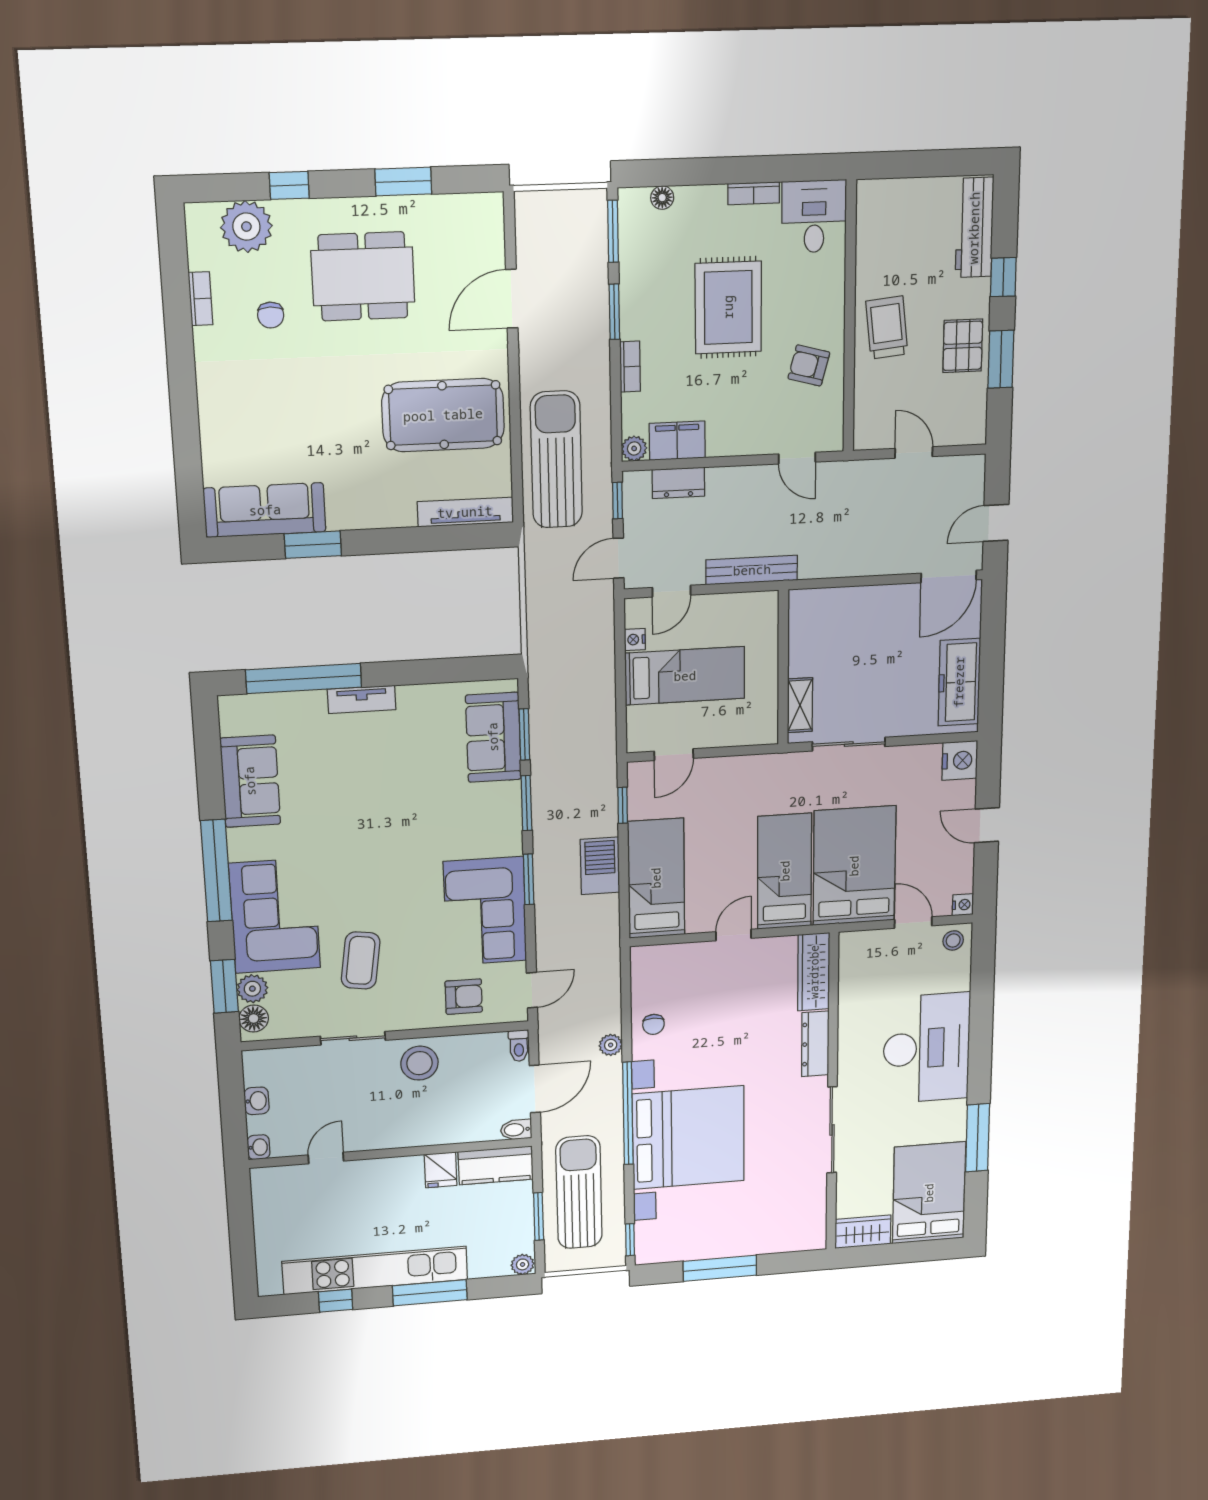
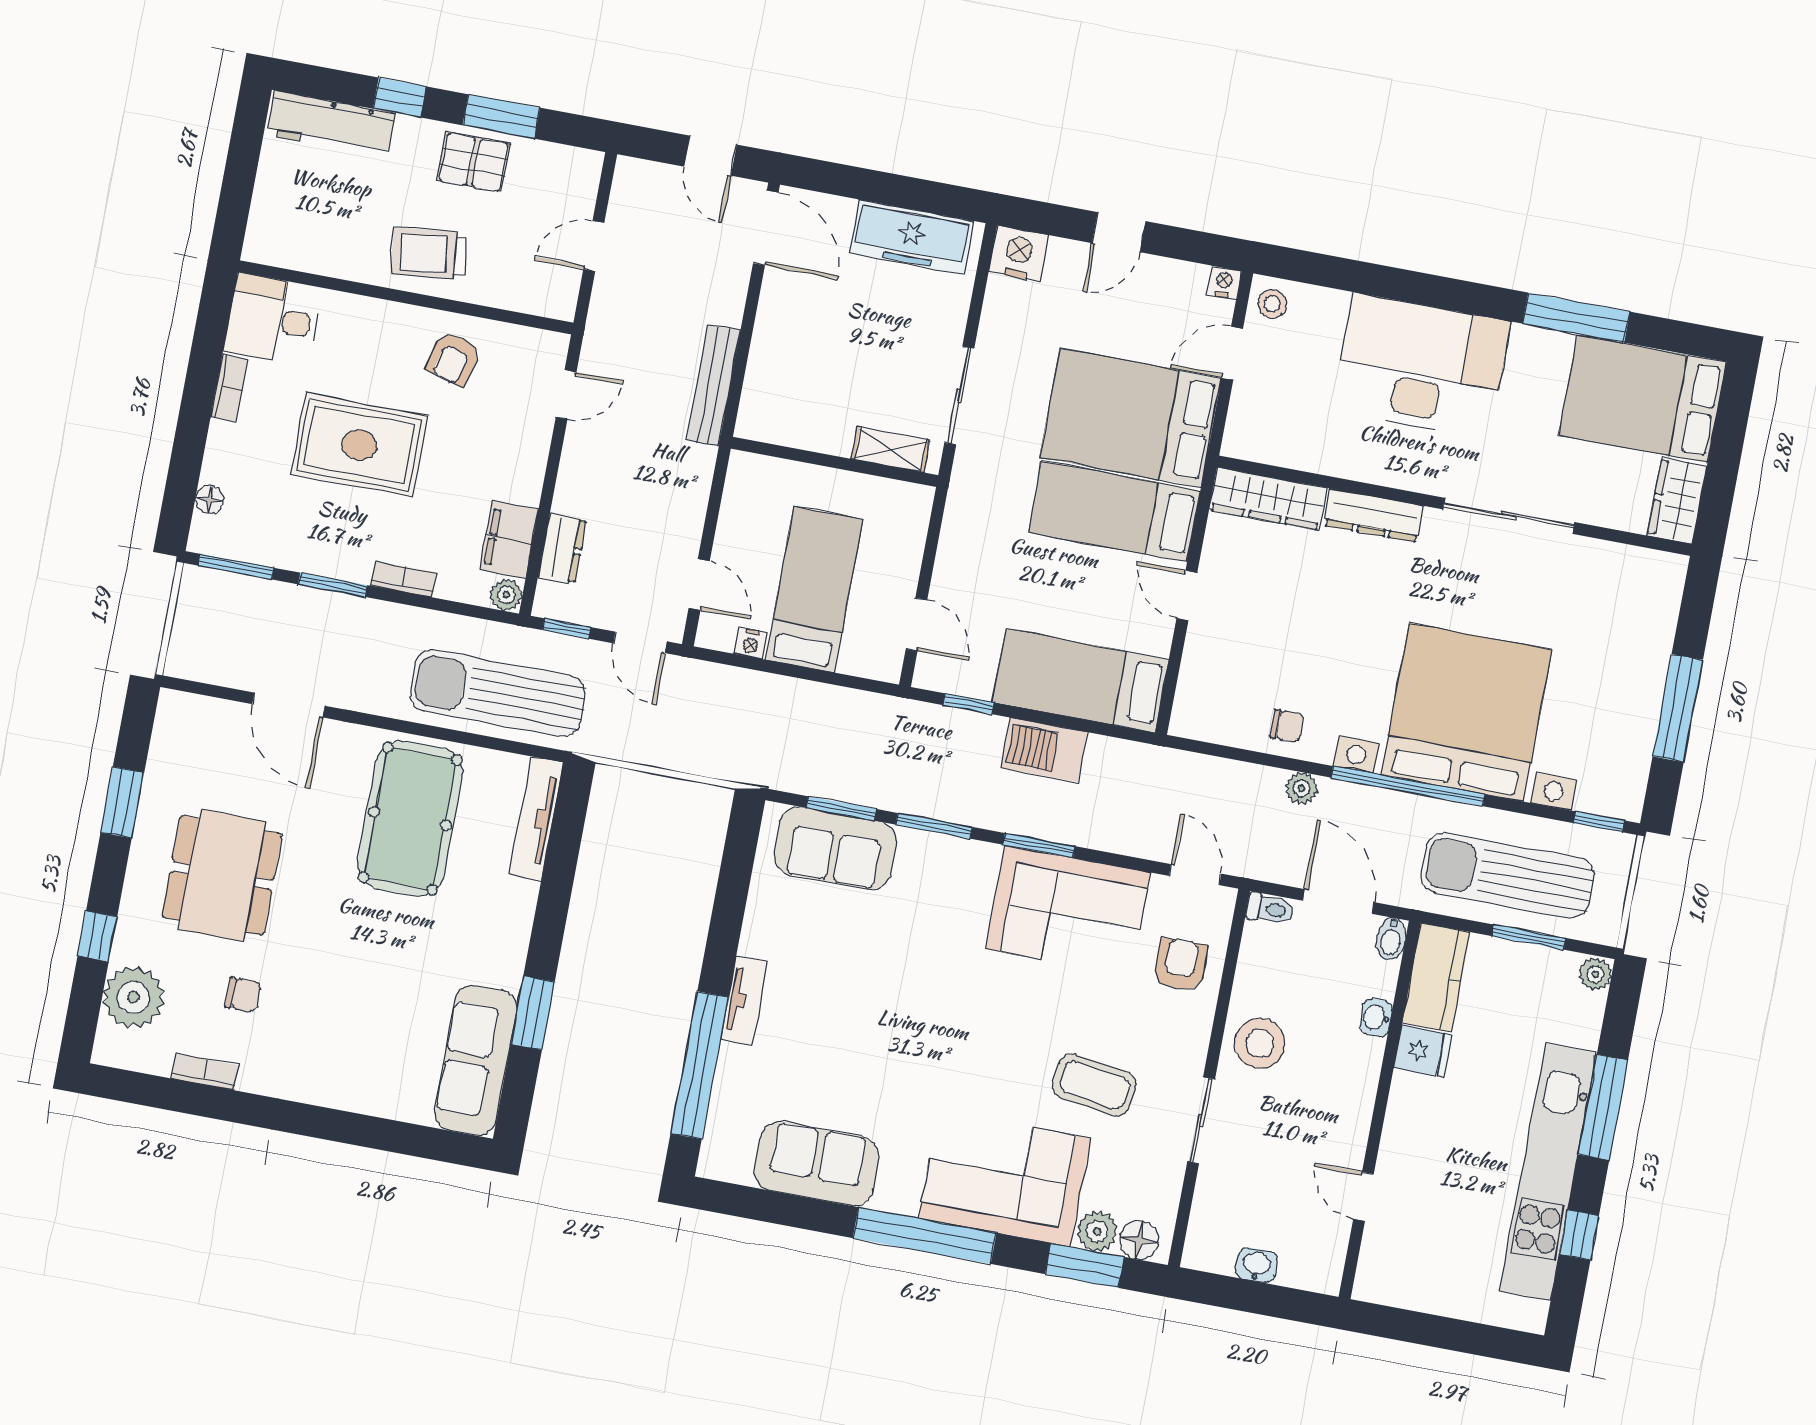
bench: (752, 570) -> (713, 385), moved
washbasin: (258, 1147) -> (1376, 1018), moved, turned -90

